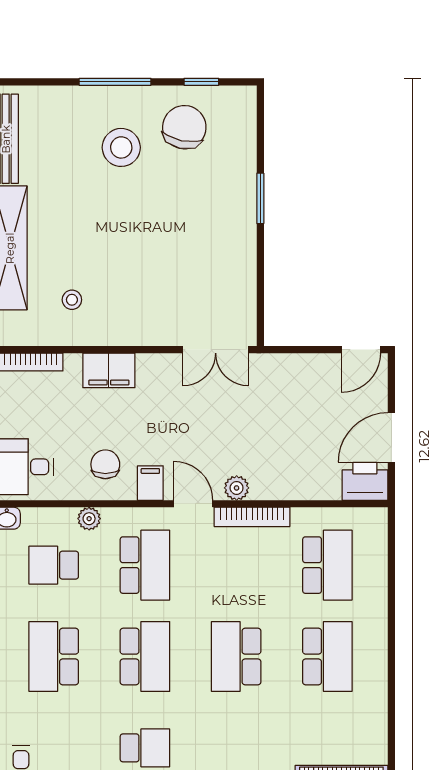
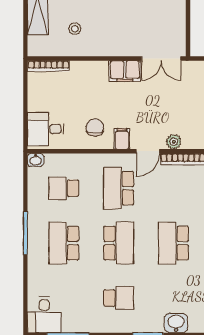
filing cabinet: (109, 370) -> (125, 71), moved
door: (193, 504) -> (148, 151), swing flipped
plant: (89, 519) -> (85, 160), removed
school desk: (145, 565) -> (119, 188), turned 180

